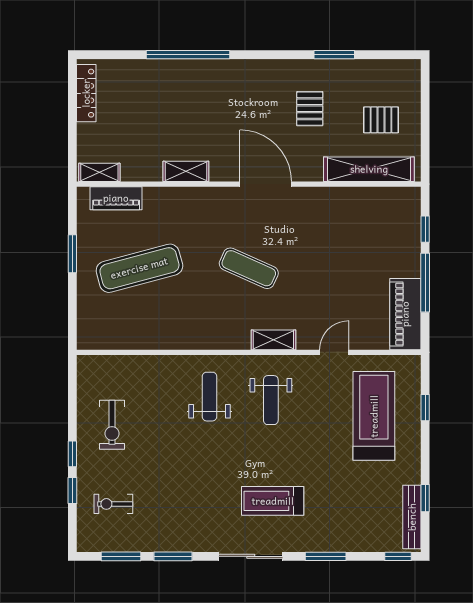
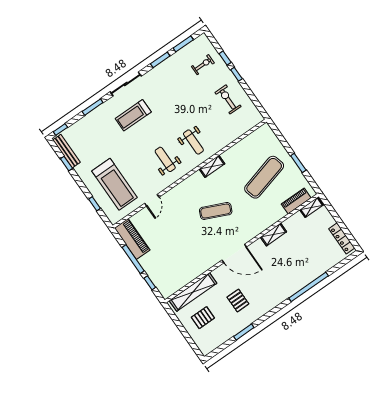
shelving: (273, 340) -> (212, 166), moved
treadmill: (273, 501) -> (133, 115), turned 180

